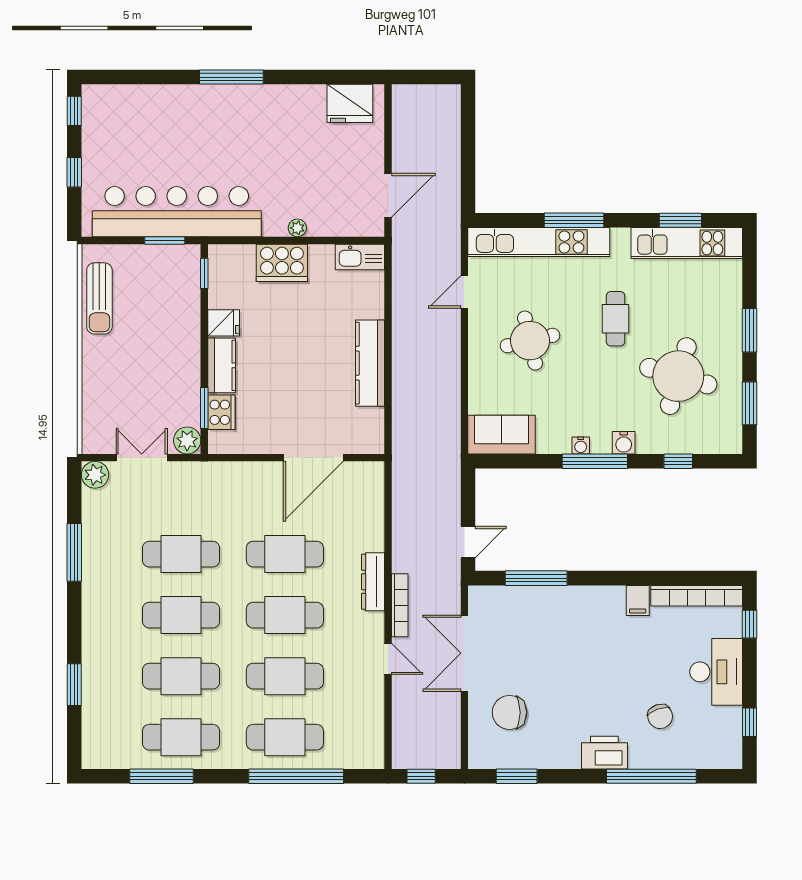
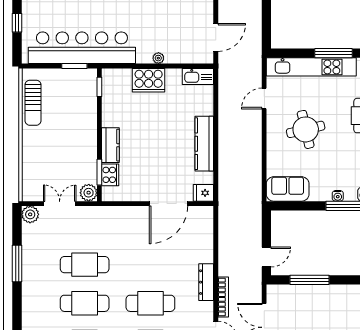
fridge: (224, 323) -> (203, 193), moved, turned 180
cafe table: (285, 554) -> (150, 265), removed

